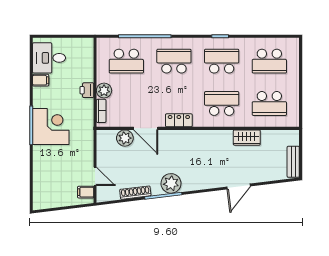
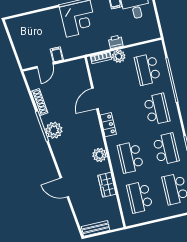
school desk: (222, 103) -> (130, 157), turned 180
plant: (125, 138) -> (100, 155), moved
filing cabinet: (86, 192) -> (57, 54), moved

